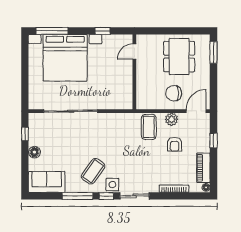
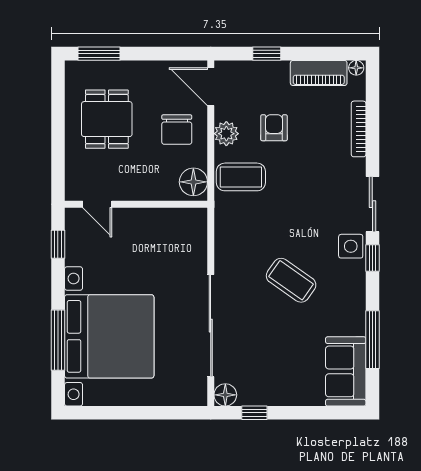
window: (52, 31) -> (58, 340), moved
window: (103, 31) -> (58, 244), moved
dining table: (179, 57) -> (107, 119), width x0.73
floor lamp: (146, 102) -> (193, 182), added
armchair: (175, 144) -> (274, 128), turned -90
floor lamp: (34, 152) -> (225, 395), moved
coffee table: (93, 171) -> (291, 280), moved
window: (77, 196) -> (372, 340), moved

